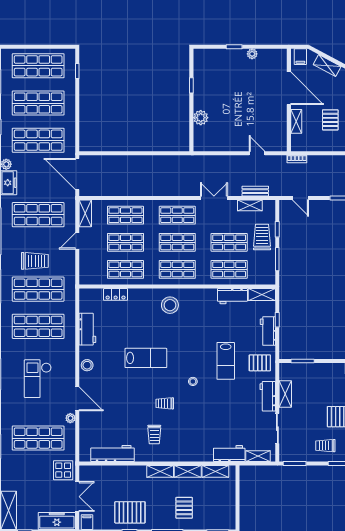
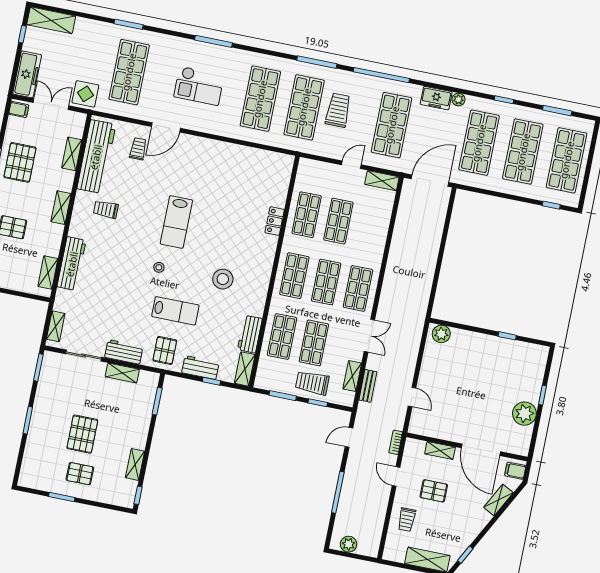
plant: (252, 54) -> (524, 414), width x1.87, depth x1.87
door: (289, 88) -> (481, 450), hinge flipped
plant: (201, 118) -> (441, 334), moved
door: (257, 153) -> (412, 397), hinge flipped
door: (325, 153) -> (396, 476), added
shop shelf: (125, 215) -> (370, 228), removed
trolley: (262, 237) -> (312, 383), turned 180
door: (77, 241) -> (351, 165), hinge flipped
trolley: (35, 261) -> (338, 110), turned 180
locker: (116, 294) -> (275, 221), moved
stool: (170, 305) -> (223, 279), moved
workbench: (87, 329) -> (245, 156), removed
lab bench: (146, 358) -> (176, 222), moved
lab bench: (226, 361) -> (175, 311), turned 180
stool: (87, 365) -> (203, 147), removed
checkout: (38, 379) -> (199, 86), turned 180
trolley: (165, 403) -> (138, 149), moved
plant: (70, 418) -> (145, 115), removed
trolley: (325, 446) -> (52, 408), removed
workbench: (113, 453) -> (96, 157), width x1.36, depth x1.32
workbench: (229, 454) -> (72, 264), moved, width x1.38
shelving: (188, 471) -> (72, 154), moved
double door: (77, 497) -> (51, 104), swing flipped

